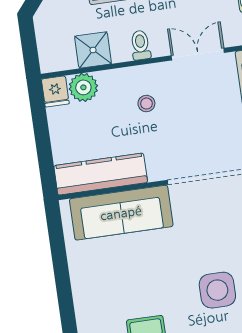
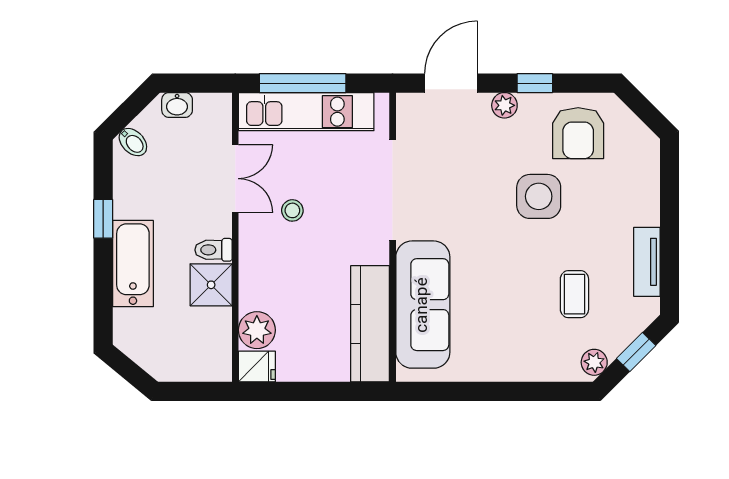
shower: (93, 50) -> (211, 285), moved
double door: (198, 54) -> (235, 179), swing flipped
stool: (146, 104) -> (292, 210), moved

